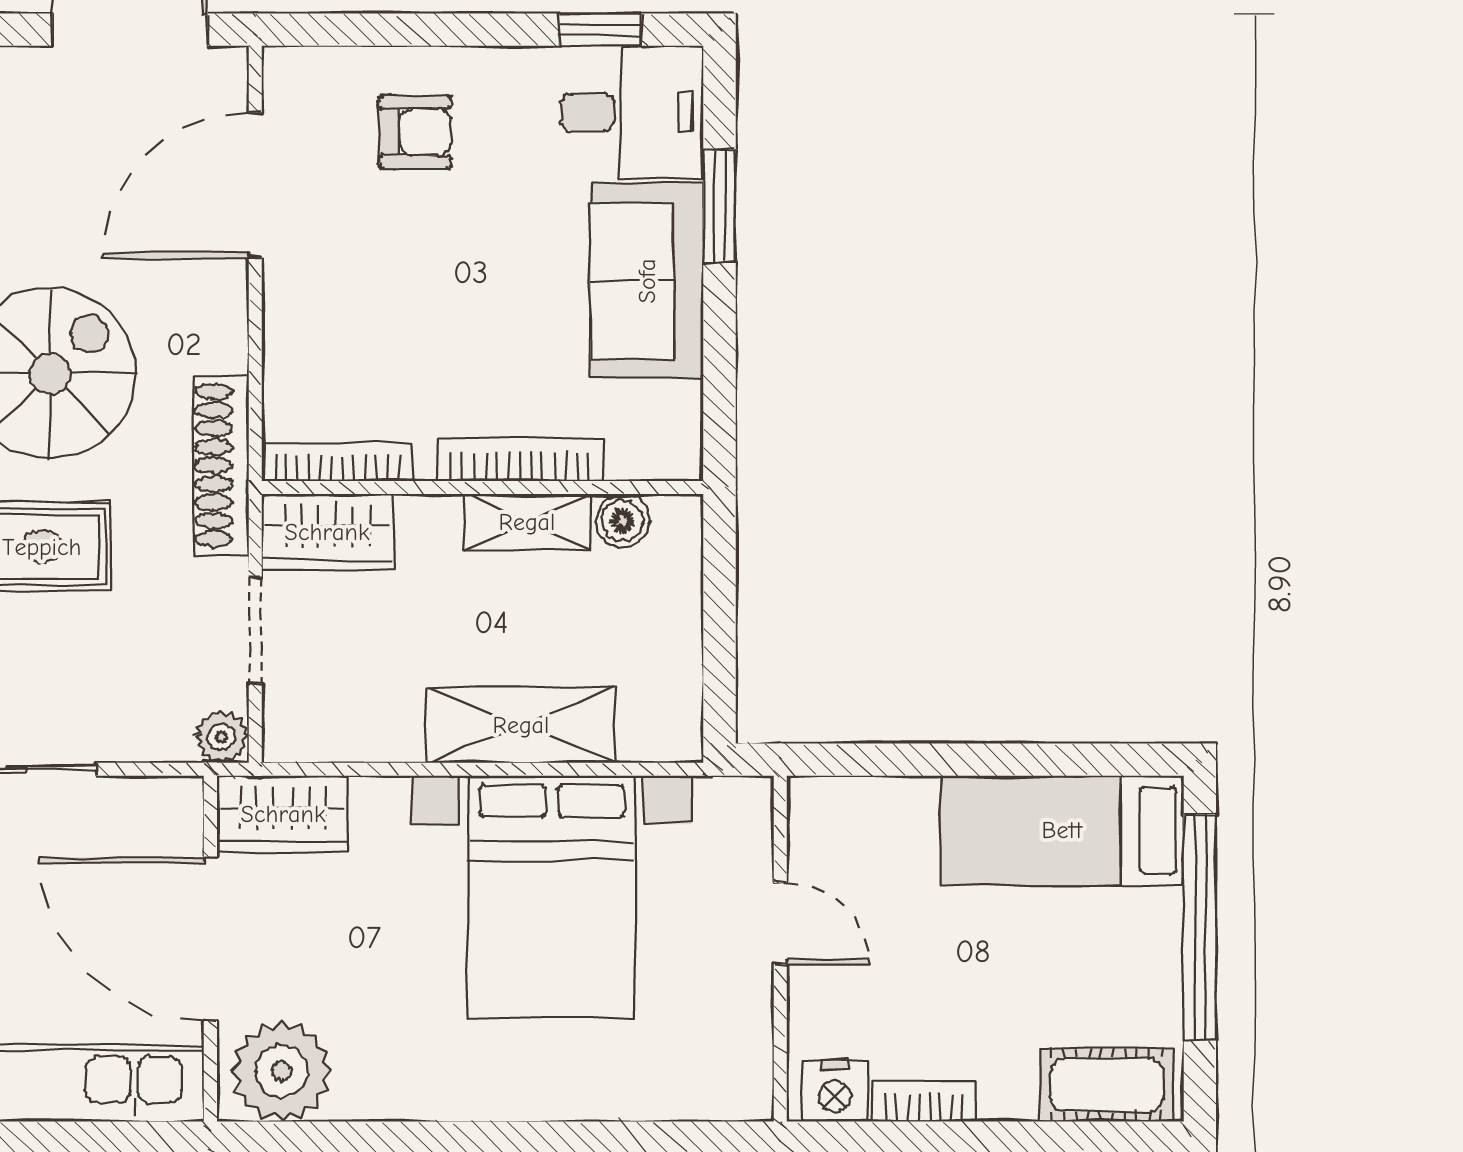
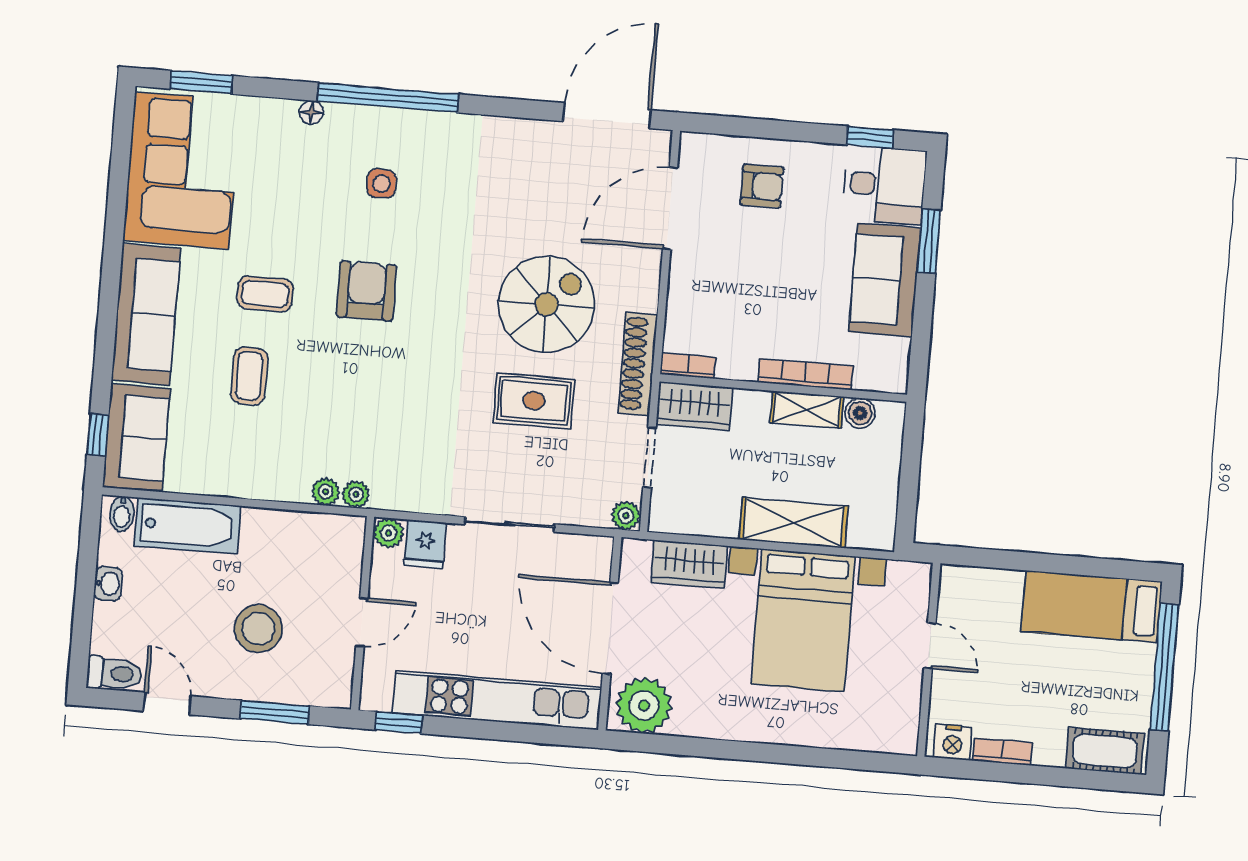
bookcase: (337, 462) -> (688, 366), width x0.64
wardrobe: (283, 814) -> (689, 564), moved

